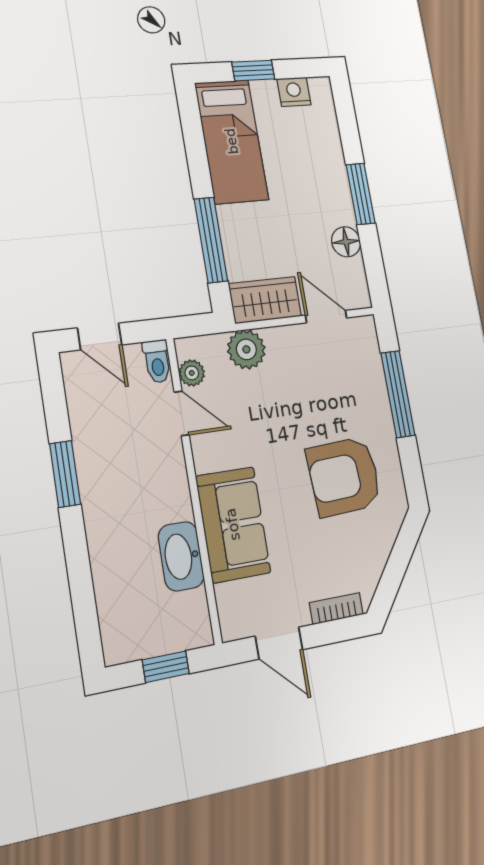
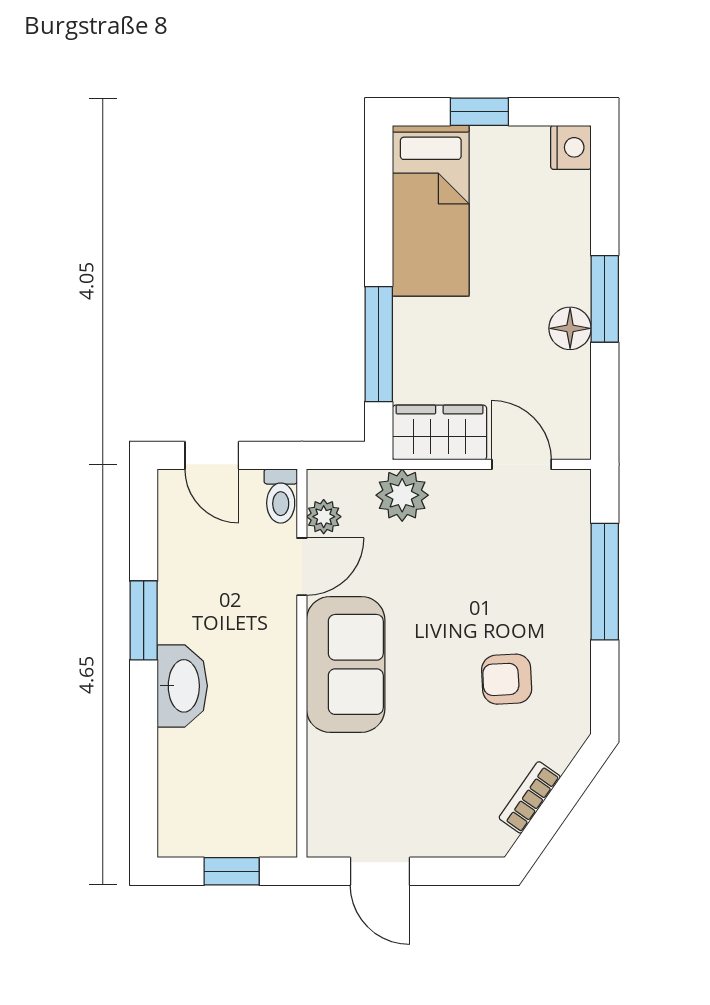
nightstand: (294, 92) -> (571, 147), moved, turned 90
floor lamp: (346, 242) -> (570, 328), moved
door: (182, 413) -> (302, 567), hinge flipped
armchair: (344, 476) -> (507, 679), width x0.53, depth x0.53
sofa: (233, 524) -> (346, 664), moved
washbasin: (181, 556) -> (182, 686), moved, turned 180
bookcase: (336, 609) -> (530, 797), moved, turned -55

